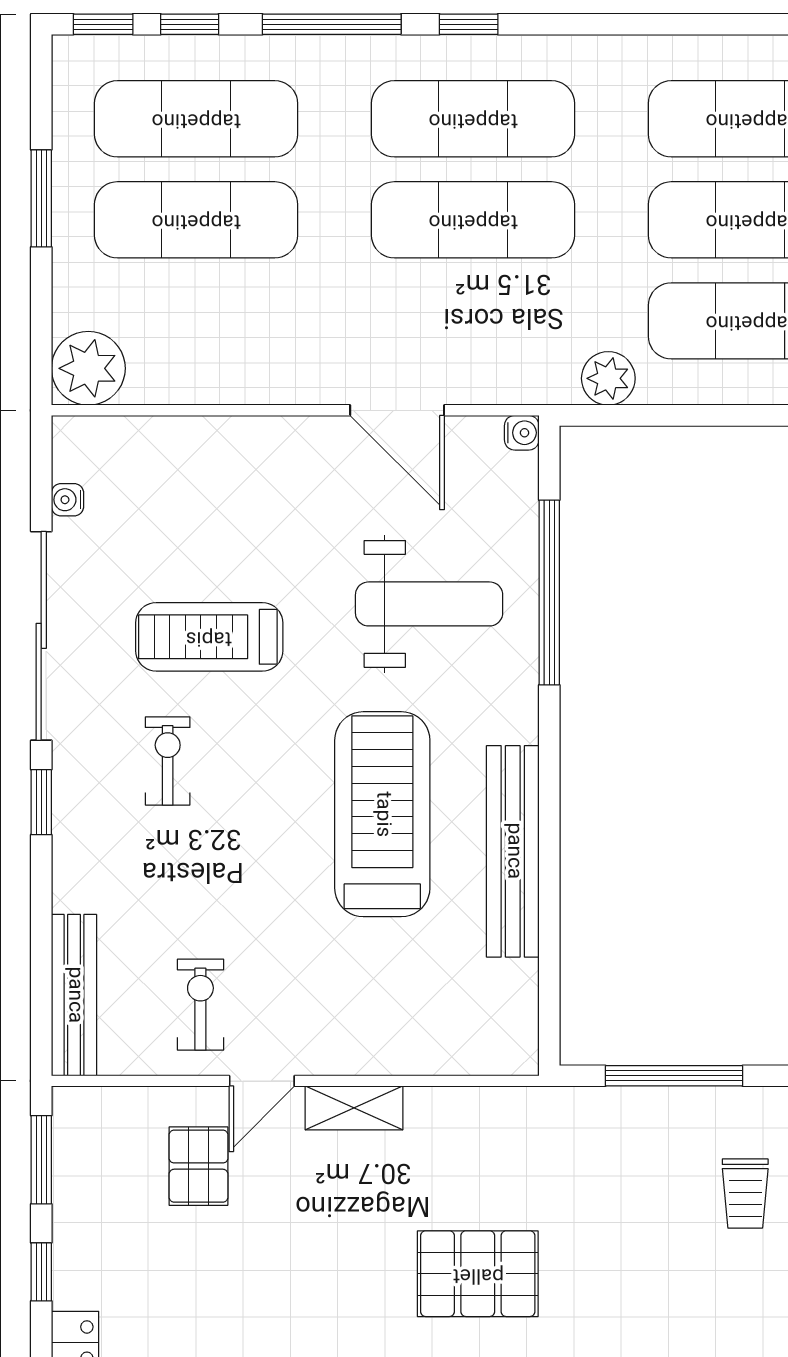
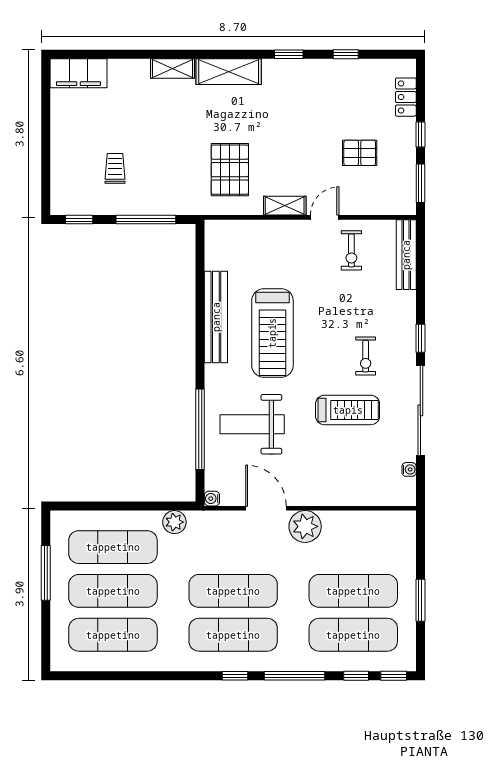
plant: (88, 368) -> (305, 526), moved
pallet: (198, 1166) -> (360, 153), moved, turned 90
pallet: (478, 1274) -> (230, 170), moved, turned 90

